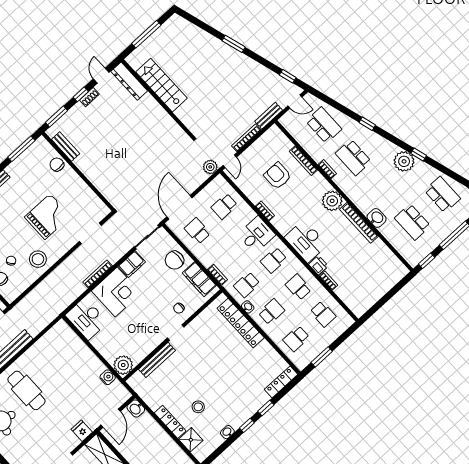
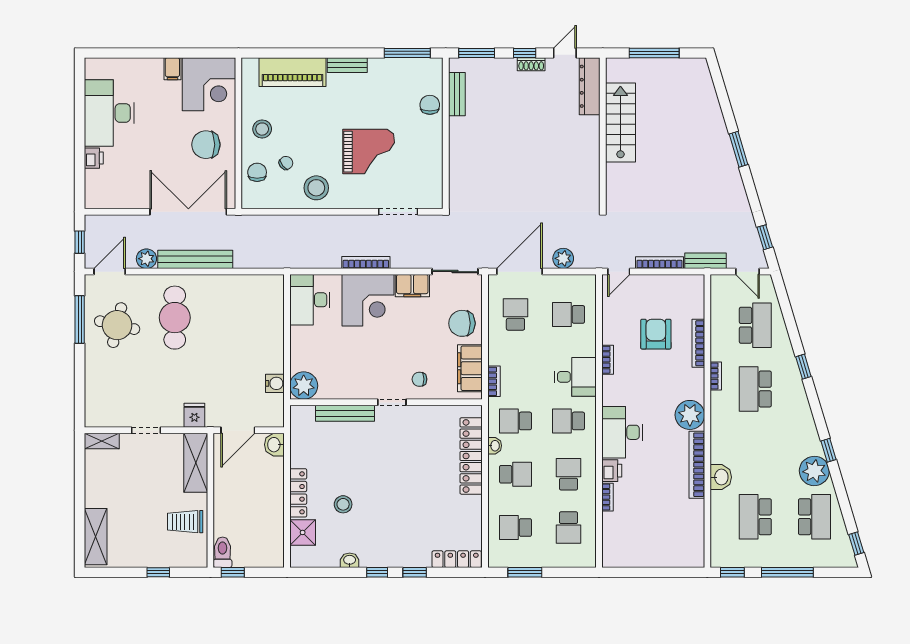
plant: (404, 161) -> (814, 471), moved
plant: (210, 167) -> (563, 258), moved

